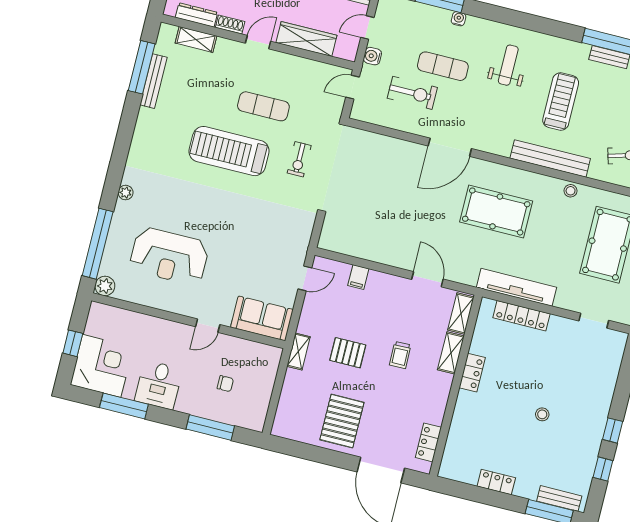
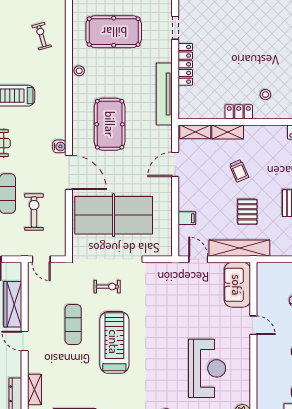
shoe rack: (230, 25) -> (16, 366), removed
water cooler: (372, 56) -> (59, 146), moved, turned -90
treadmill: (229, 151) -> (114, 342), turned 180
bench: (550, 158) -> (58, 93), removed
table tennis table: (384, 189) -> (114, 215), added
locker: (521, 316) -> (185, 64), moved
shelving: (298, 351) -> (239, 248), width x2.20, depth x1.33
trolley: (400, 355) -> (239, 171), turned 68
stool: (542, 414) -> (265, 95), moved

